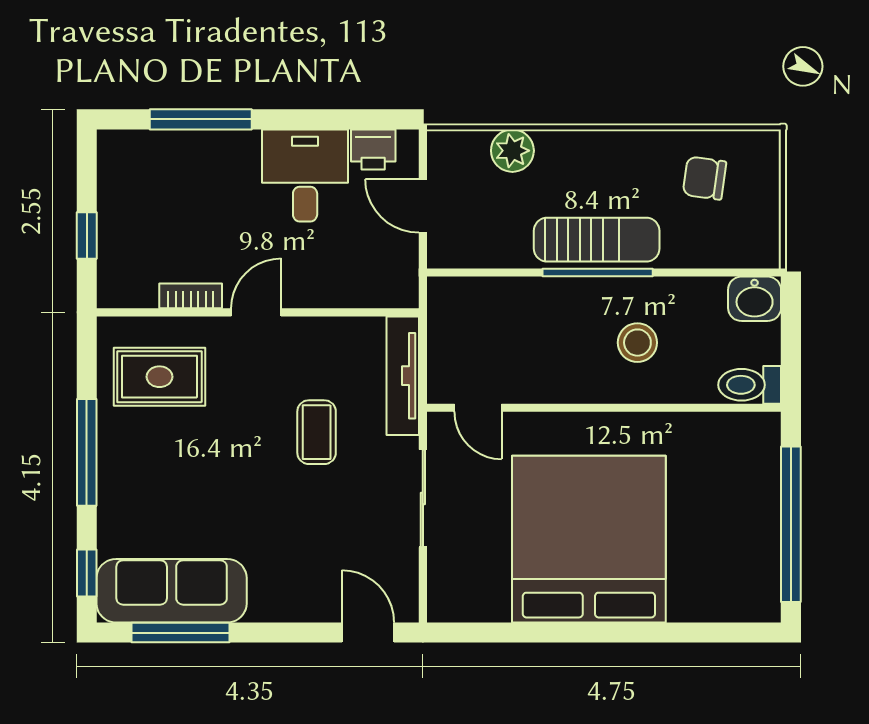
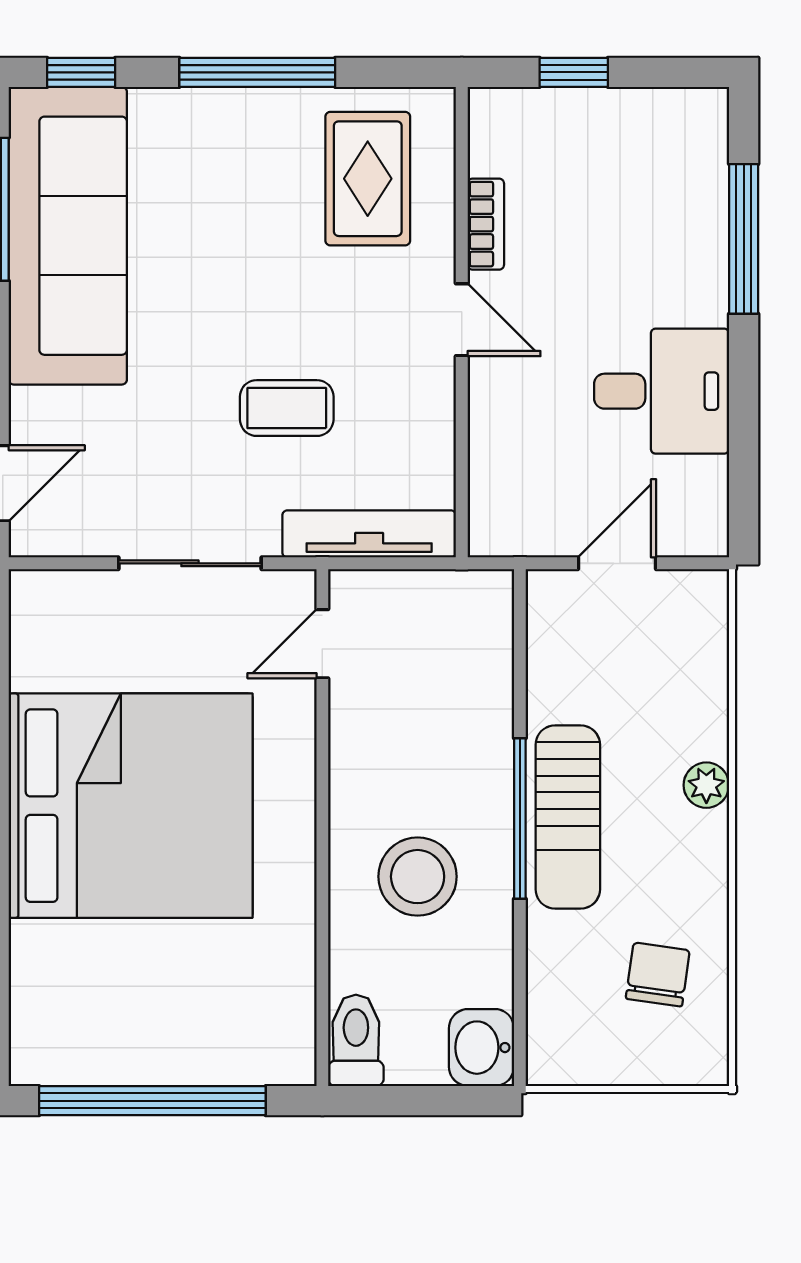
printer: (373, 149) -> (700, 491), removed
plant: (512, 151) -> (706, 785), moved, width x0.73, depth x0.73
stool: (637, 343) -> (418, 877), width x1.38, depth x1.38
sofa: (172, 591) -> (68, 236), width x1.36, depth x1.27

